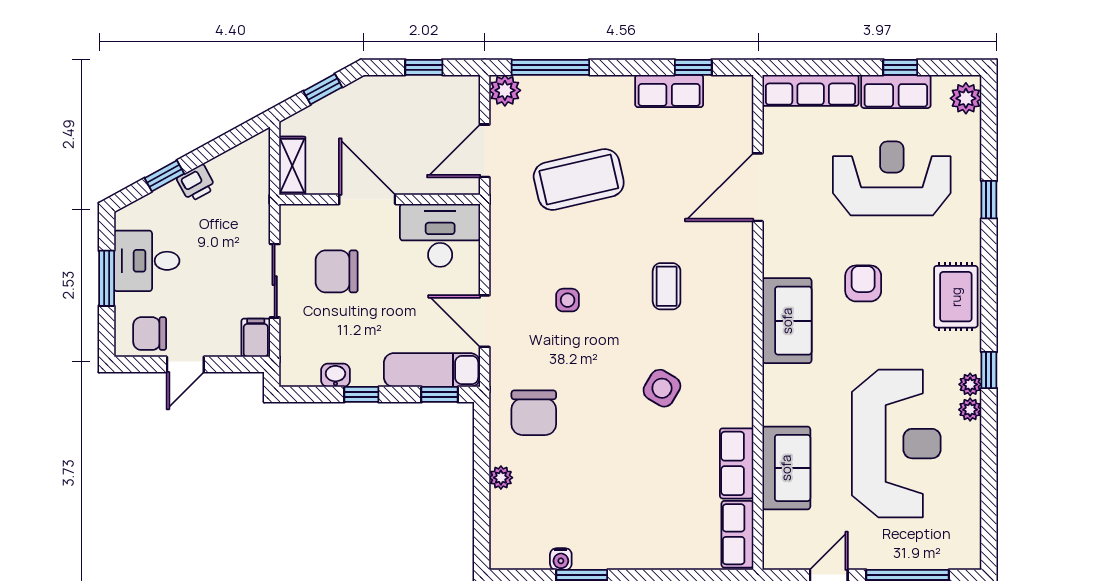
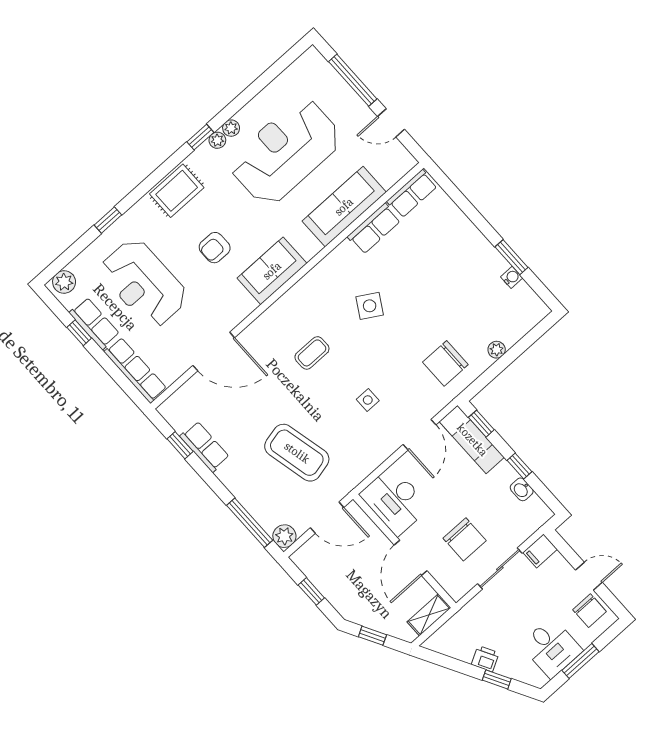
chair: (534, 413) -> (445, 363), turned 180
sofa: (786, 468) -> (344, 207), width x1.36

